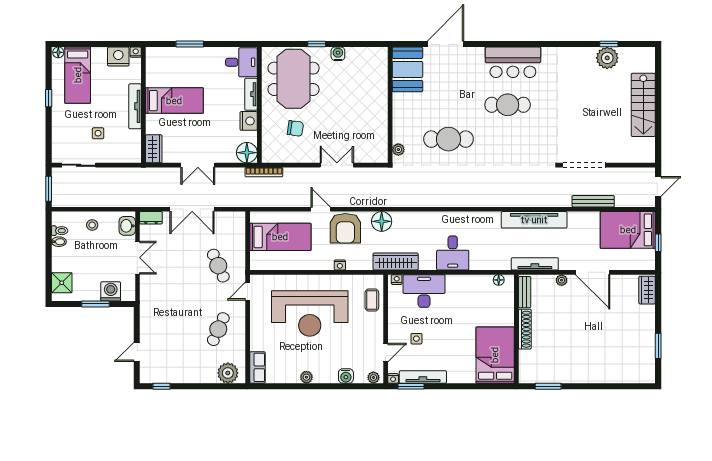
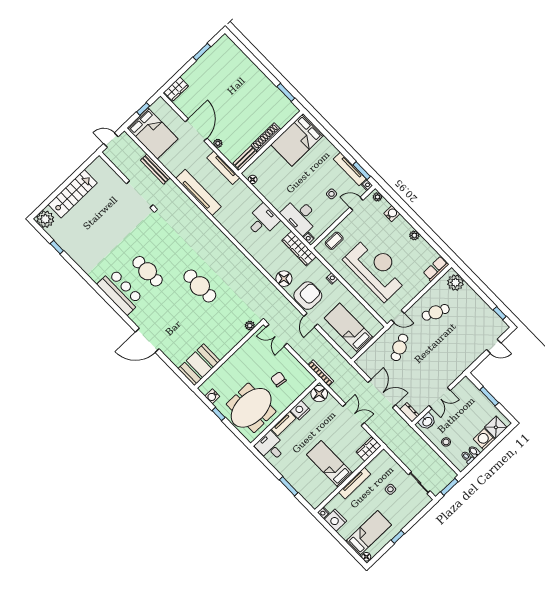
plant: (607, 58) -> (45, 219), moved
booth: (407, 69) -> (199, 365), moved
wall: (390, 105) -> (229, 355), moved
plant: (398, 150) -> (250, 326), moved
double door: (137, 258) -> (440, 398), swing flipped
washing machine: (111, 291) -> (484, 439), moved, turned 90

